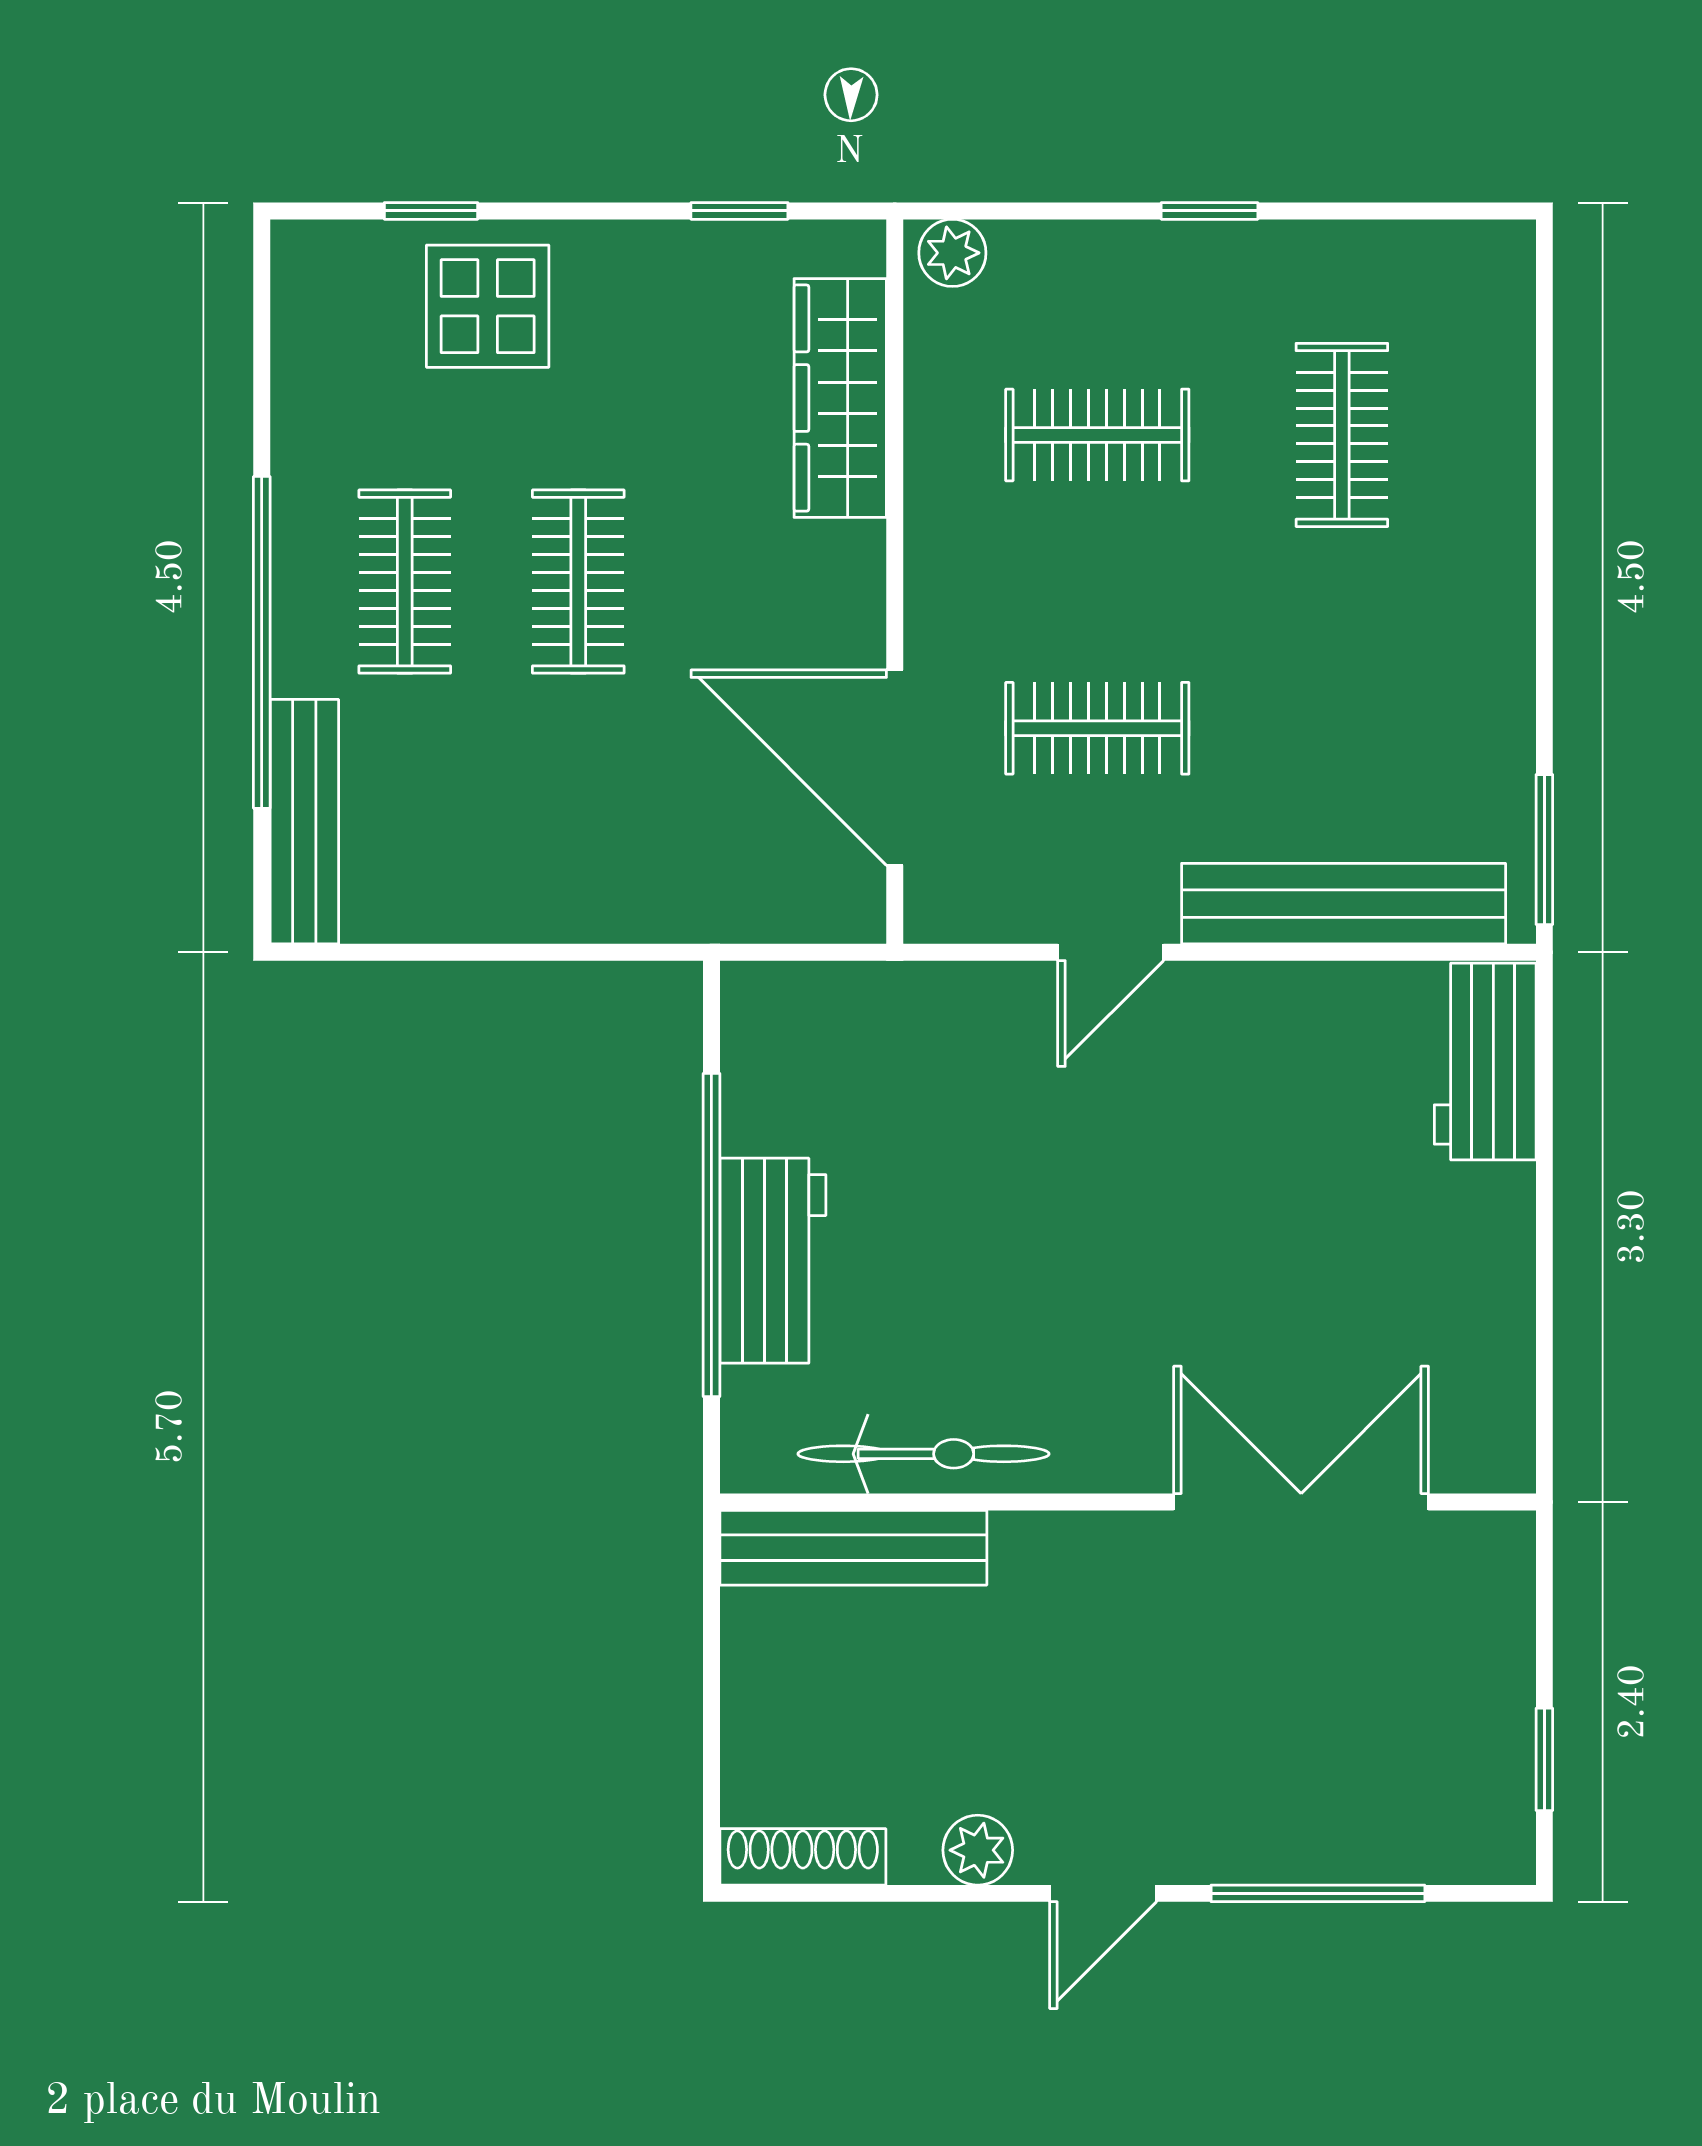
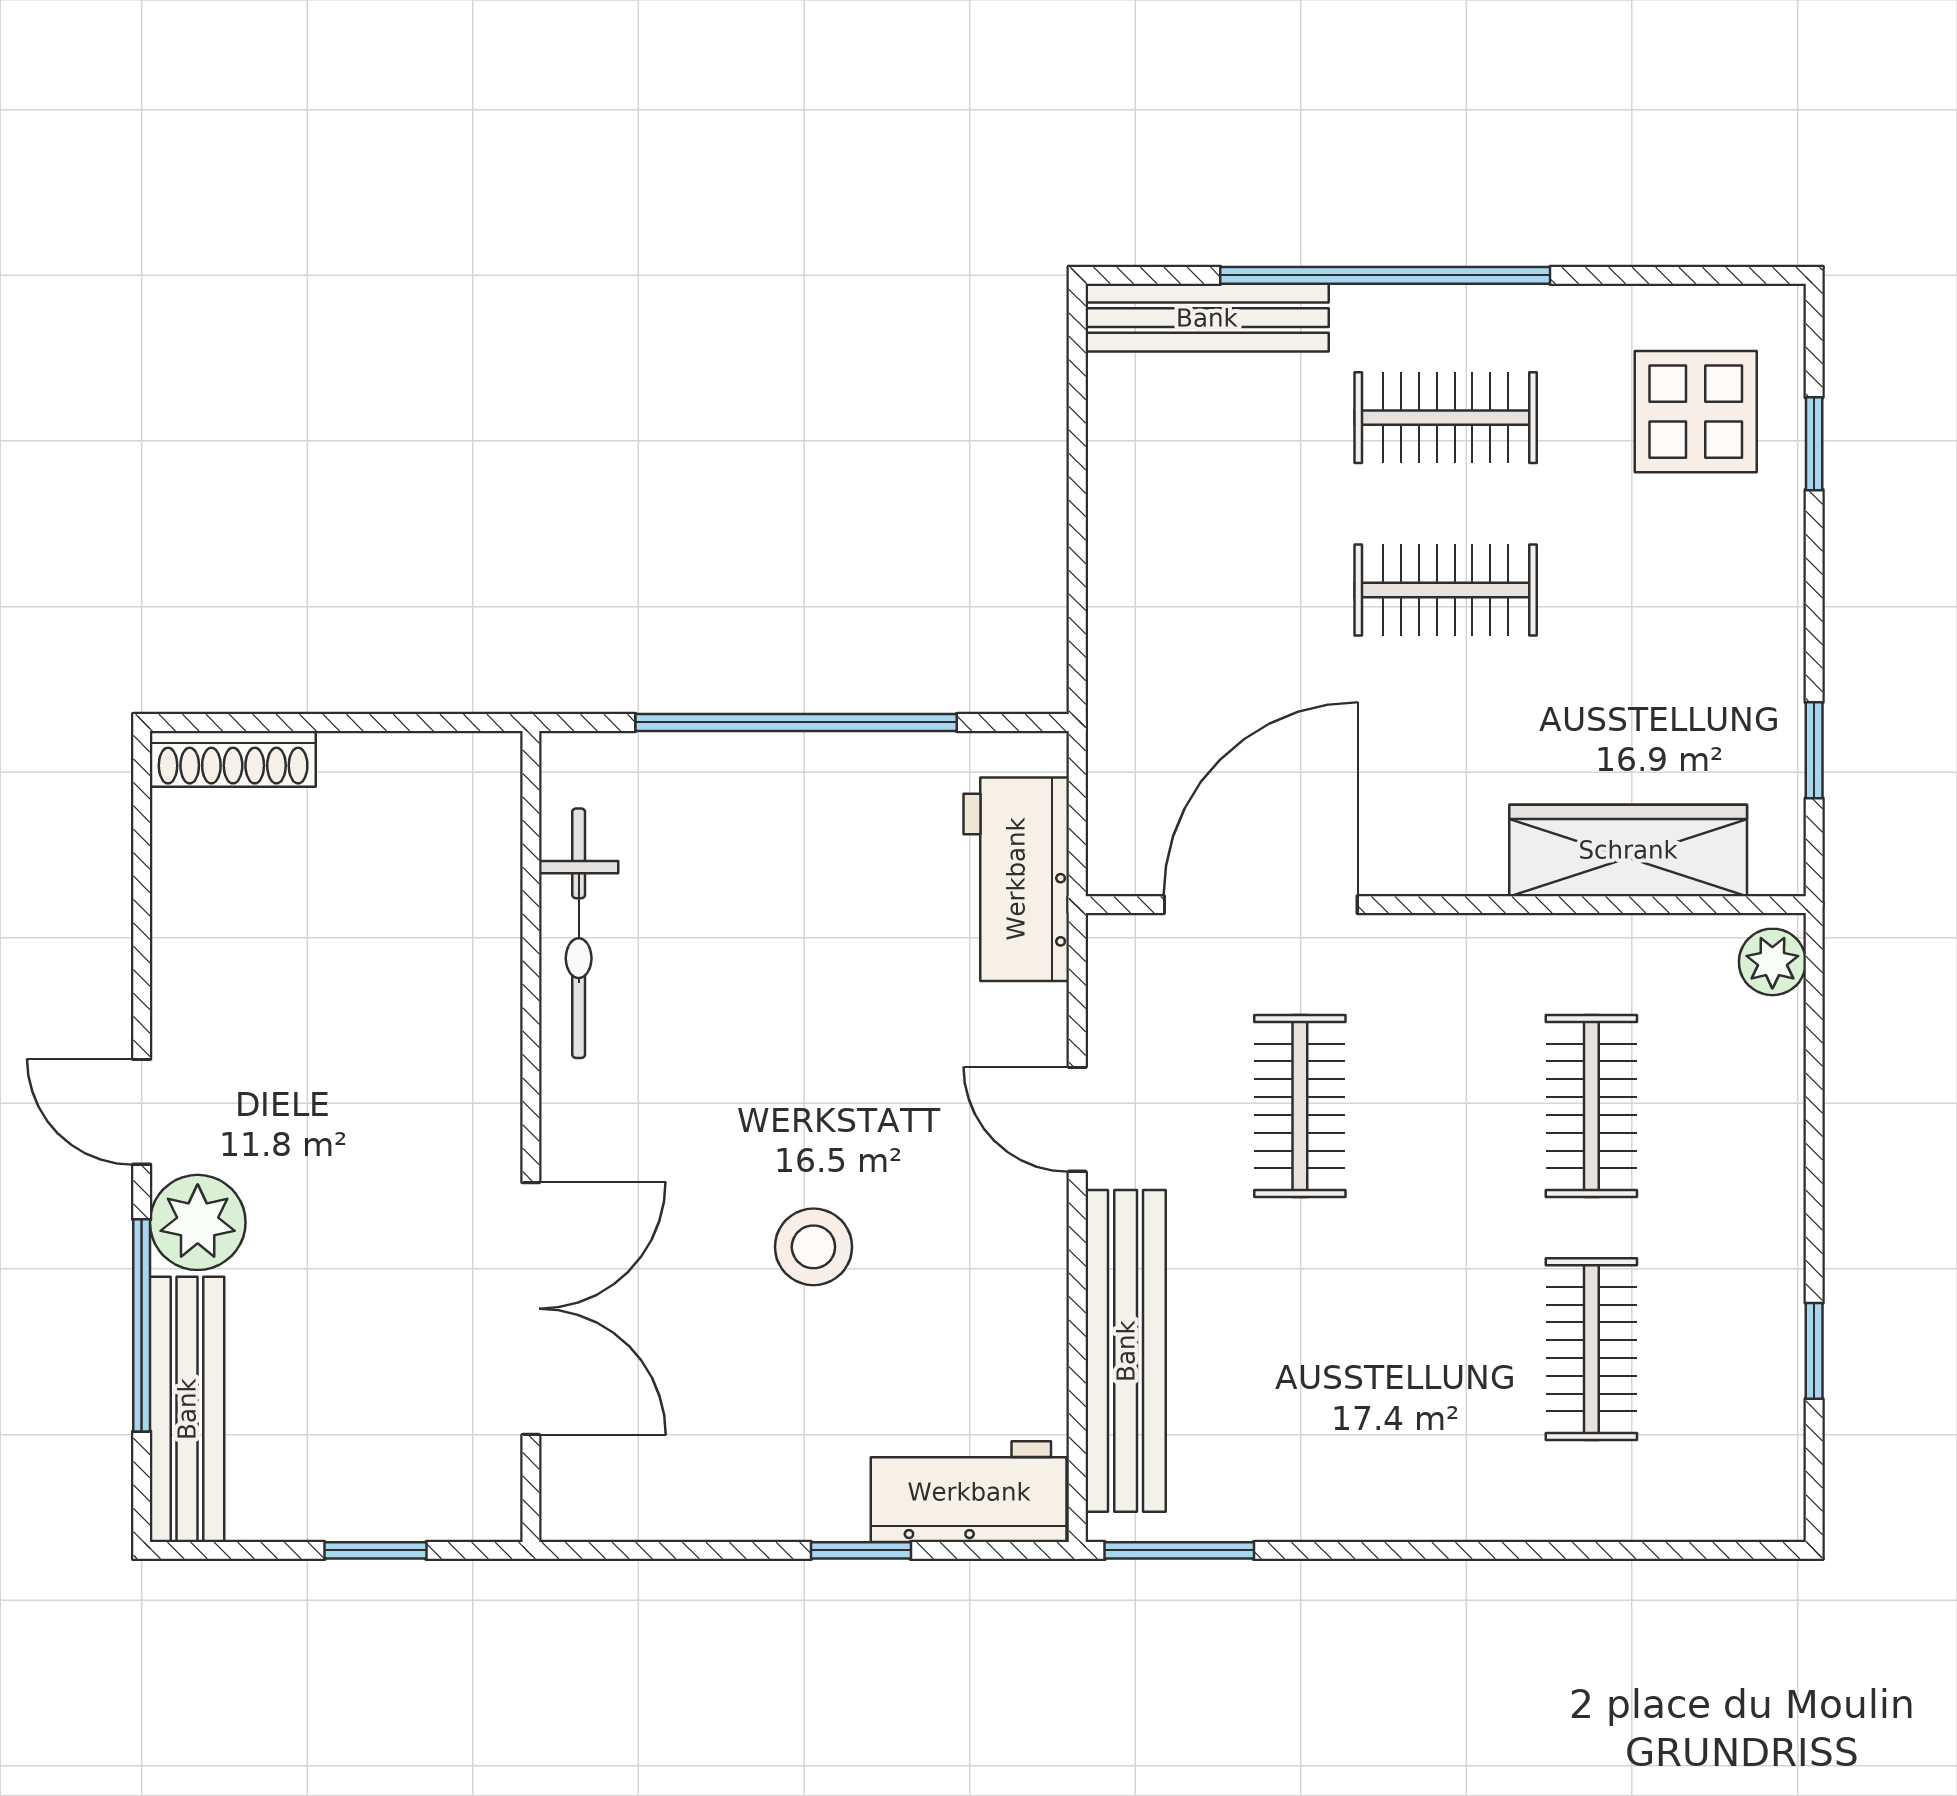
window: (1209, 211) -> (1814, 1351), moved
display table: (488, 306) -> (1696, 412), moved
clothes rail: (1342, 435) -> (1591, 1349), turned 90
window: (1544, 1170) -> (861, 1550), added
stool: (1239, 1218) -> (813, 1247), added
workbench: (773, 1261) -> (1016, 879), moved, turned 90
bench: (853, 1548) -> (187, 1409), moved
window: (1544, 1759) -> (375, 1550), moved
plant: (978, 1850) -> (198, 1222), moved, width x1.38, depth x1.38
shoe rack: (803, 1857) -> (233, 759), moved, turned 90

